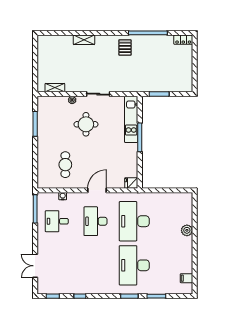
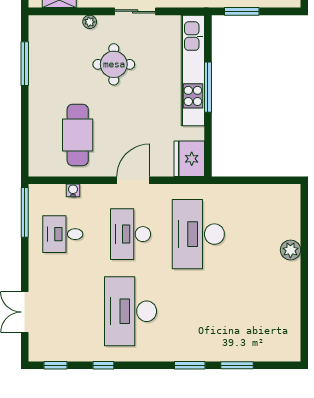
kitchen unit: (131, 119) -> (193, 70), width x1.36
cafe table: (65, 165) -> (78, 135), width x1.37, depth x1.35
fridge: (131, 183) -> (189, 159), width x1.88, depth x1.34
desk: (134, 265) -> (131, 311), moved
filing cabinet: (187, 278) -> (290, 334), removed

